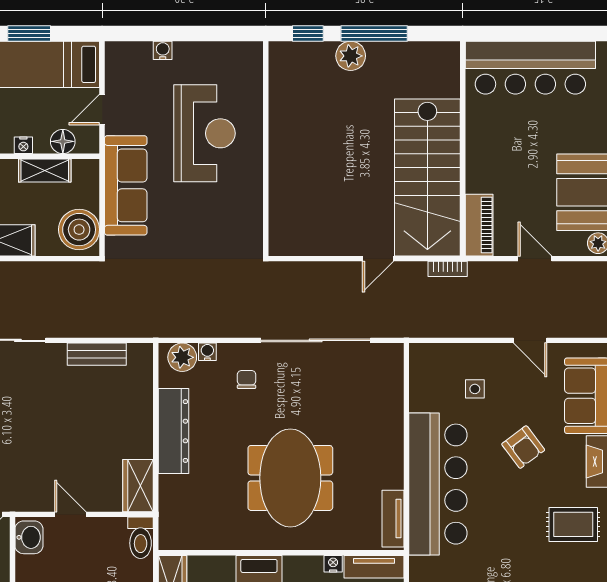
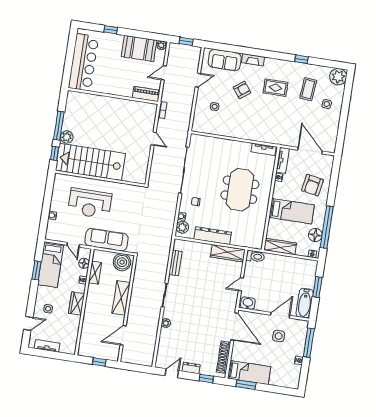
reception desk: (204, 133) -> (90, 203), turned 180
stairs: (427, 177) -> (90, 162), moved, turned 180
meeting table: (290, 478) -> (240, 190), turned 90
bar counter: (438, 484) -> (252, 128), removed
wardrobe: (138, 486) -> (228, 253), width x1.50
rug: (573, 524) -> (275, 88), moved, turned 90

